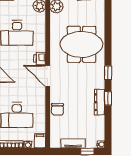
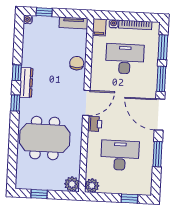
door: (48, 76) -> (86, 103), hinge flipped
dresser: (100, 102) -> (26, 83), moved
tv unit: (73, 143) -> (73, 23), moved

